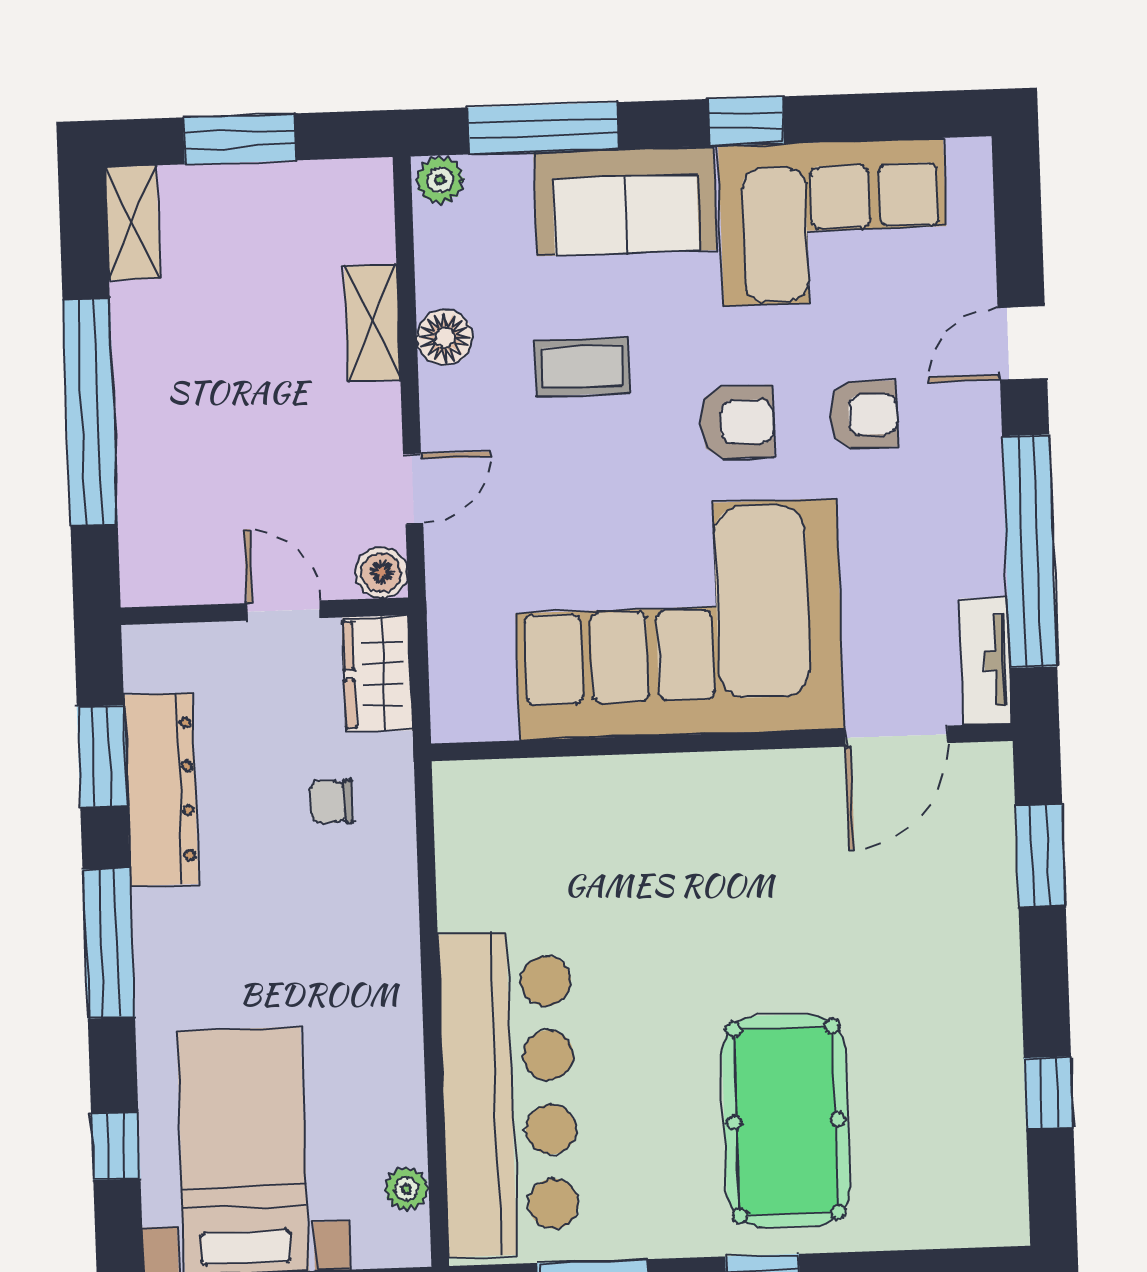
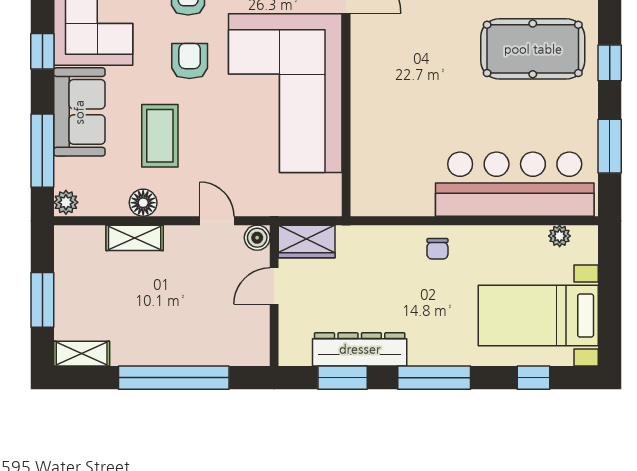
coffee table: (582, 367) -> (160, 136), width x1.36, depth x1.30
chair: (331, 802) -> (437, 249), moved

